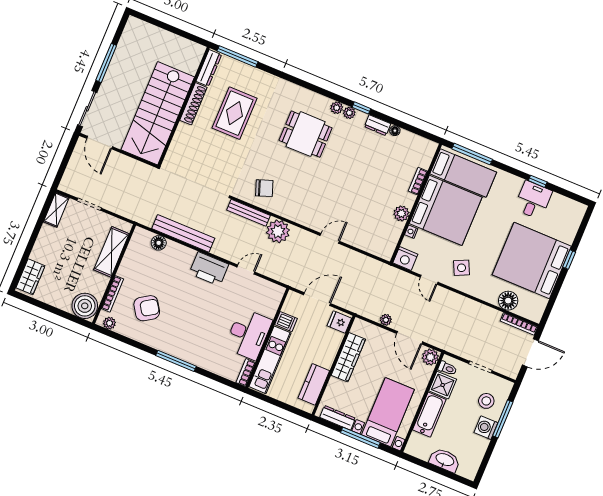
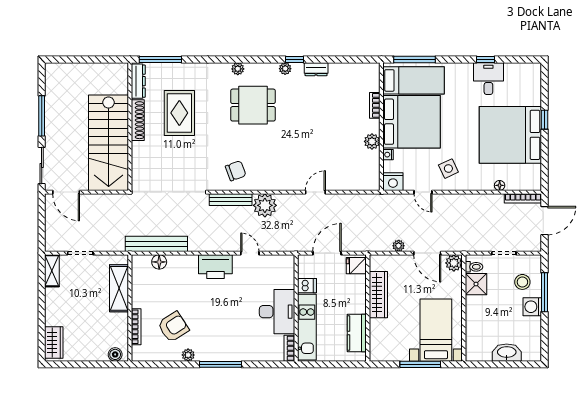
plant: (337, 108) -> (238, 69), moved
floor lamp: (395, 131) -> (334, 68), removed
bench: (183, 233) -> (156, 244), moved
door: (246, 270) -> (250, 253), hinge flipped
floor lamp: (508, 301) -> (500, 185), width x0.53, depth x0.53
boiler: (85, 306) -> (115, 354), width x0.54, depth x0.54
plant: (109, 323) -> (188, 355), moved
bathtub: (429, 415) -> (475, 317), removed
dresser: (338, 418) -> (392, 355), removed

